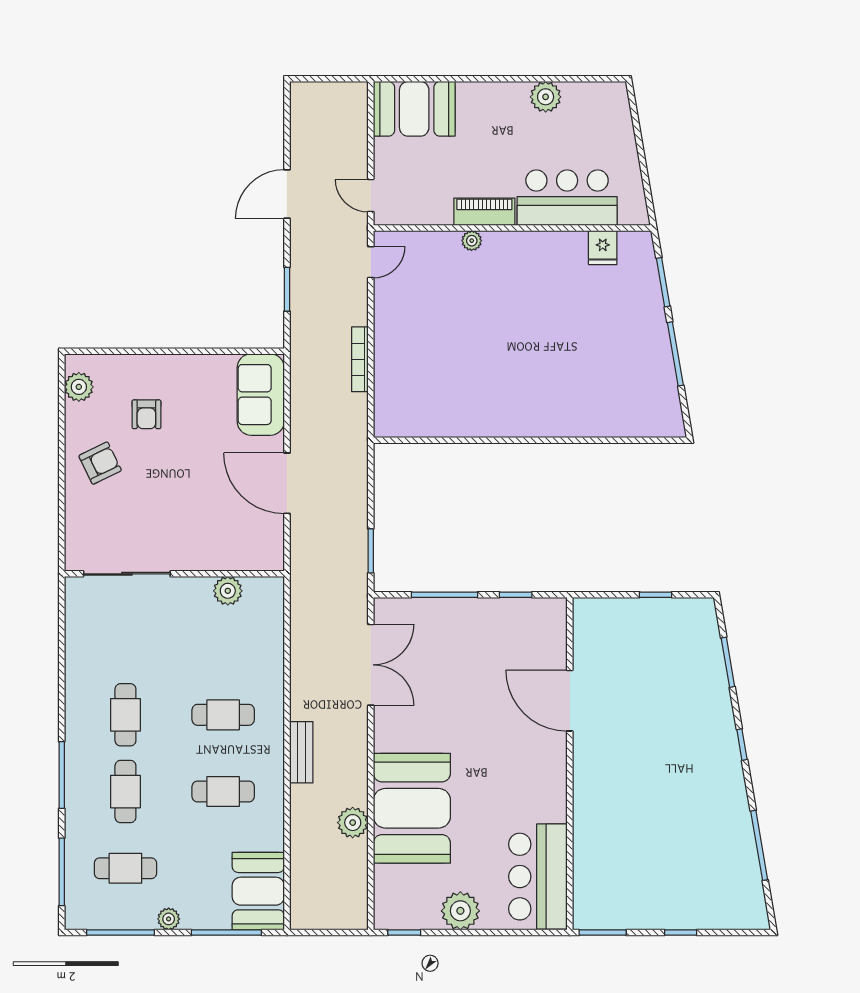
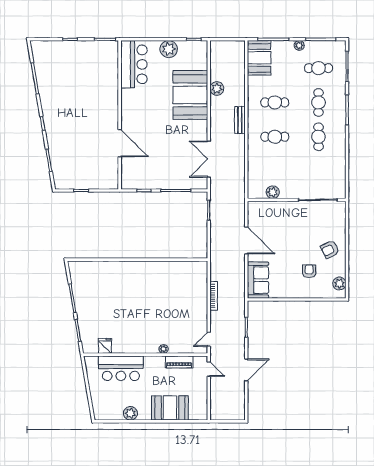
booth: (414, 109) -> (170, 408), moved
piano: (484, 212) -> (179, 362), moved

